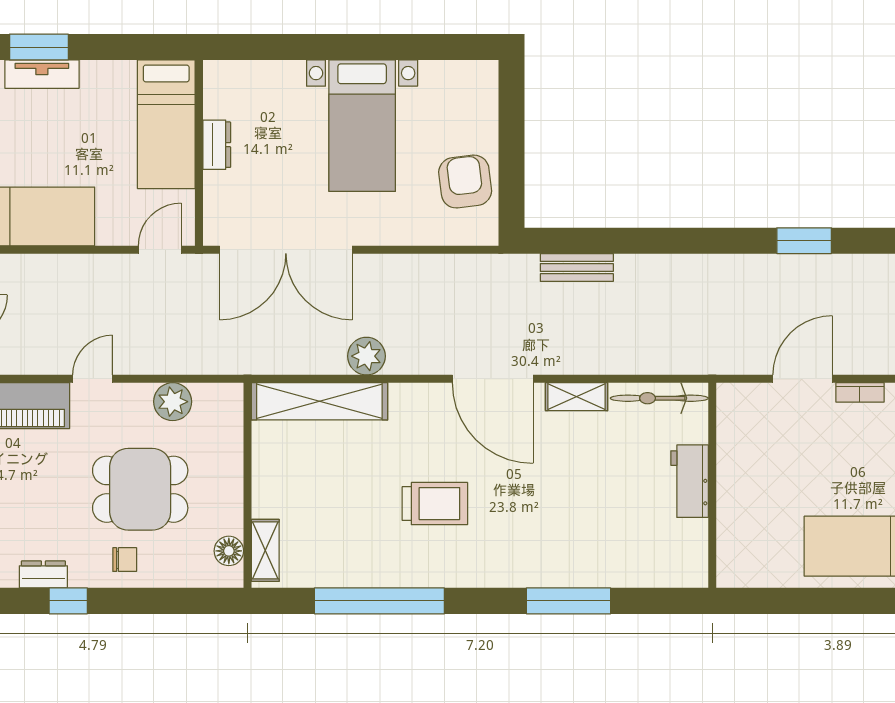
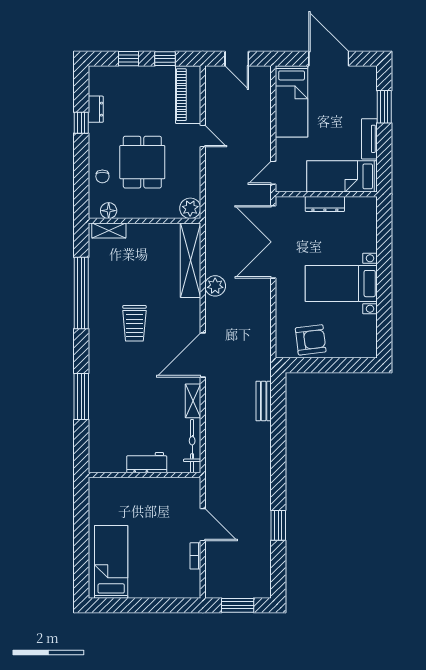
tv unit: (42, 74) -> (369, 139), moved
dresser: (217, 145) -> (325, 204), width x1.44
door: (160, 250) -> (273, 173), swing flipped
plant: (173, 402) -> (190, 208), moved
chair: (125, 560) -> (102, 176), moved

